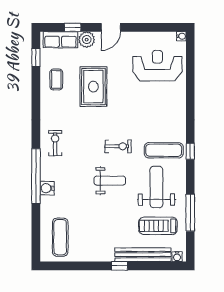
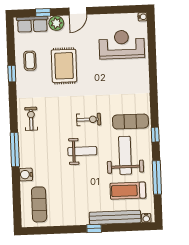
window: (36, 57) -> (12, 74), moved
window: (190, 151) -> (155, 135), moved
window: (36, 176) -> (15, 150), width x0.68
water cooler: (47, 188) -> (26, 175), moved

